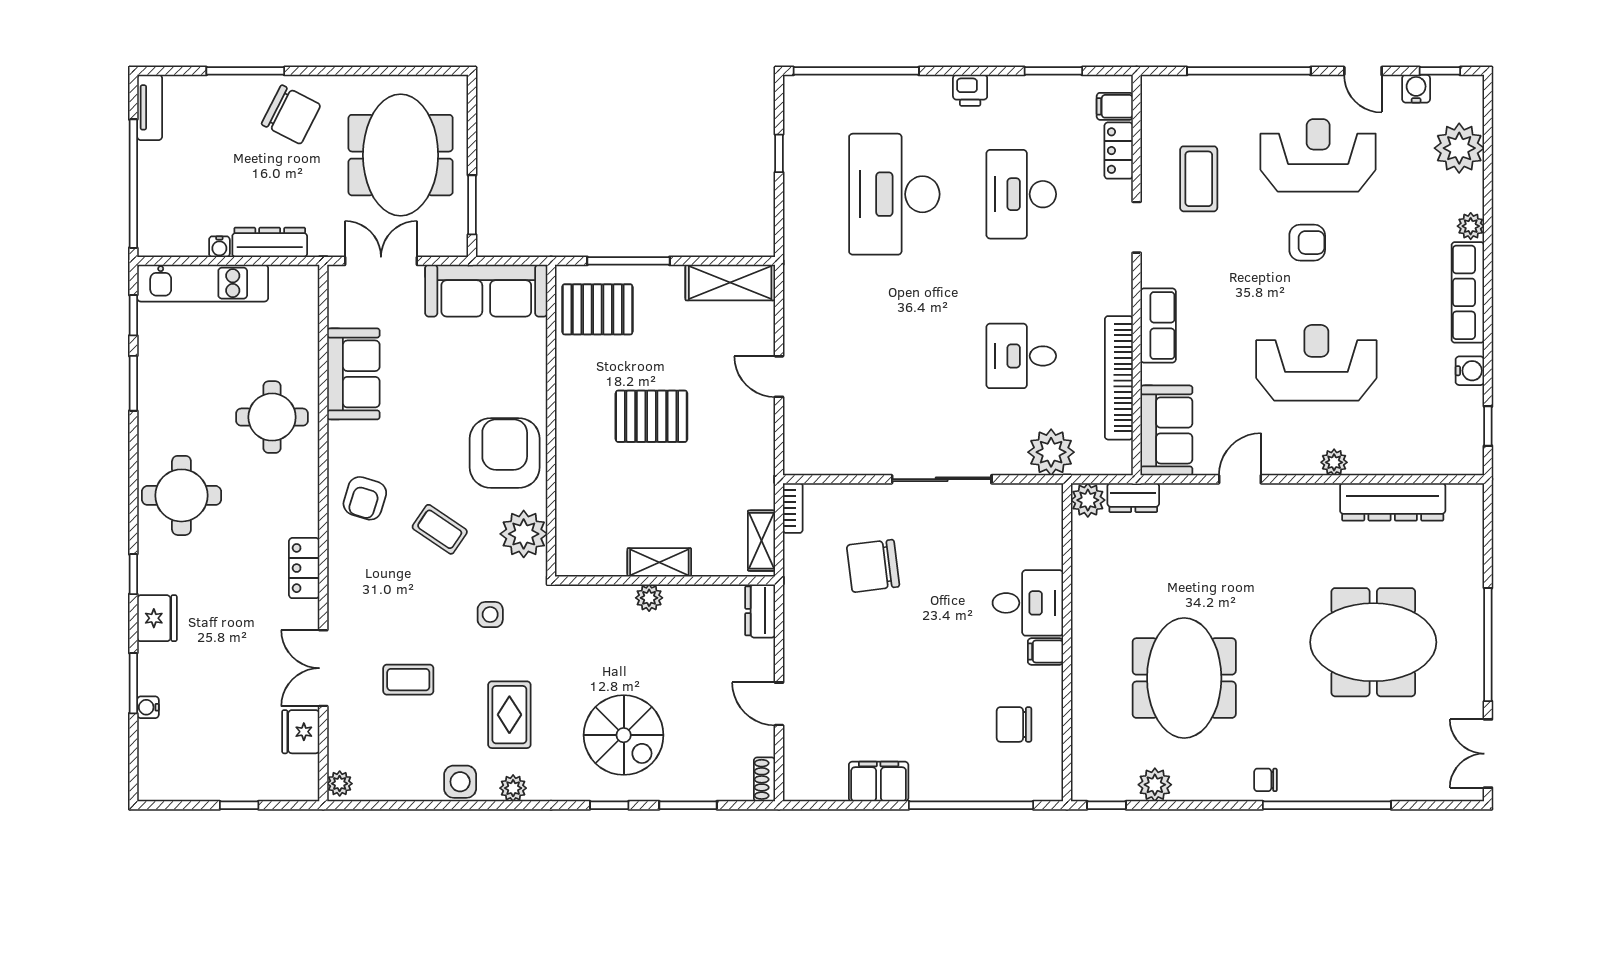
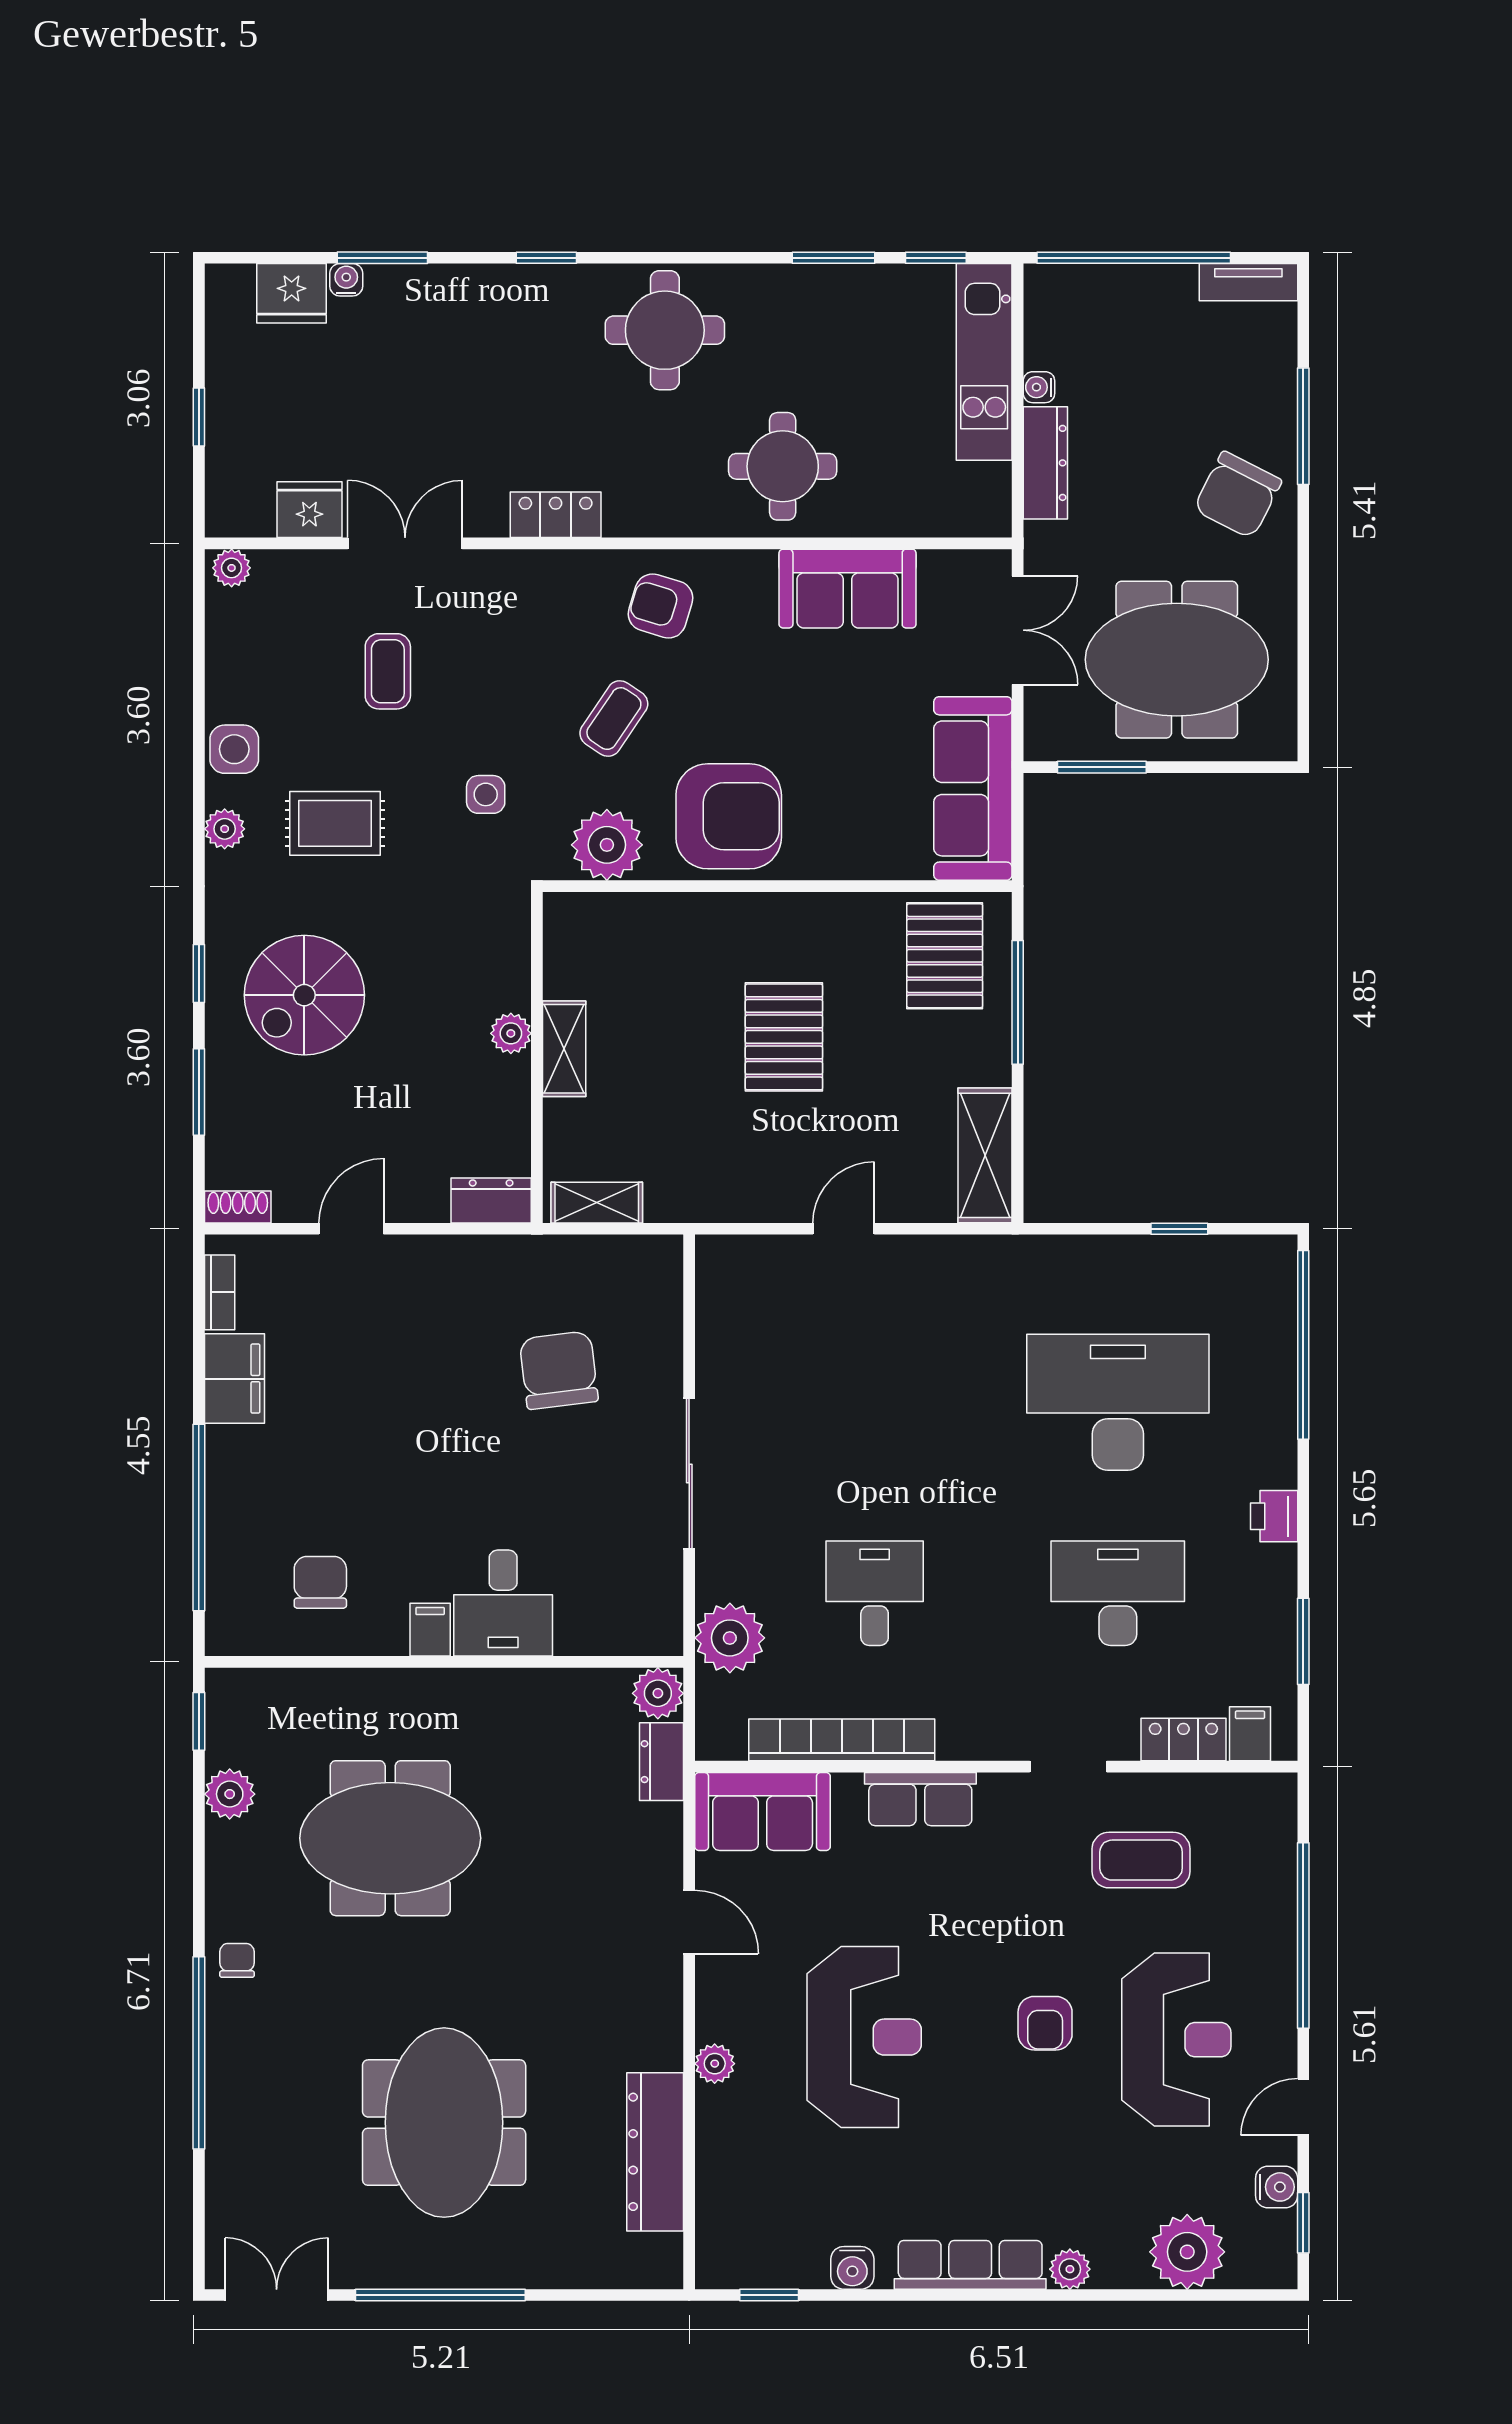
bookcase: (793, 508) -> (220, 1292), moved, turned -90
fridge: (157, 618) -> (292, 293), moved

